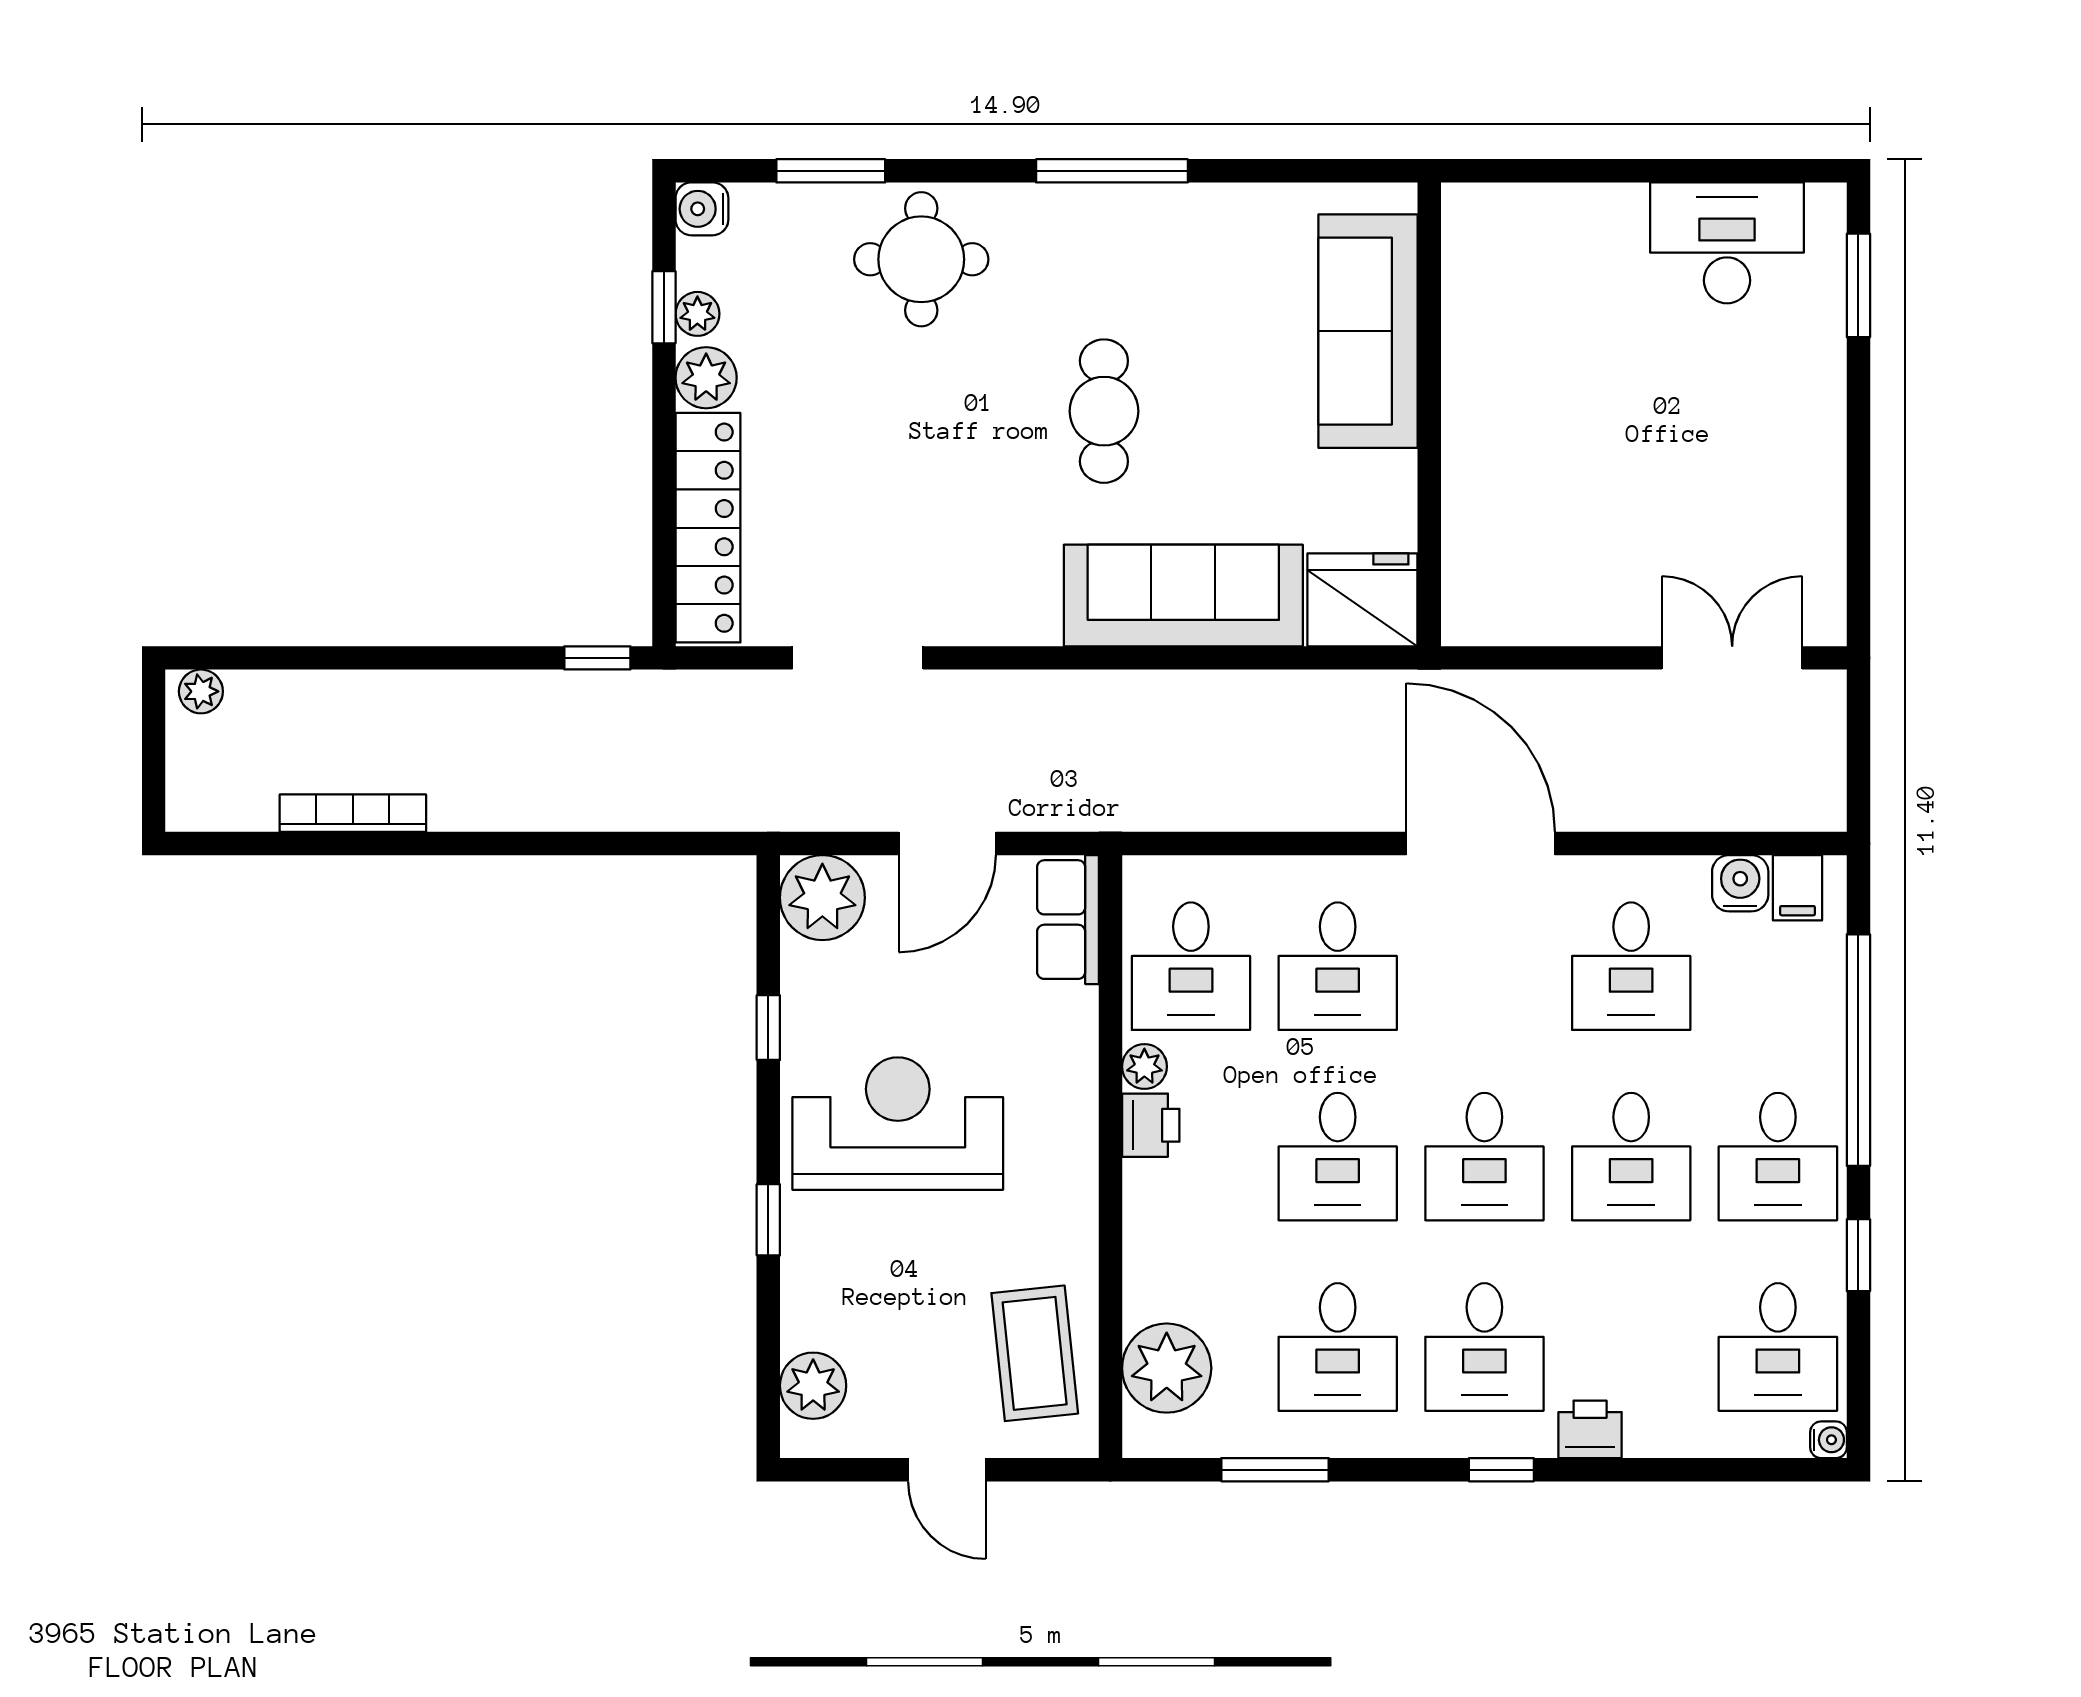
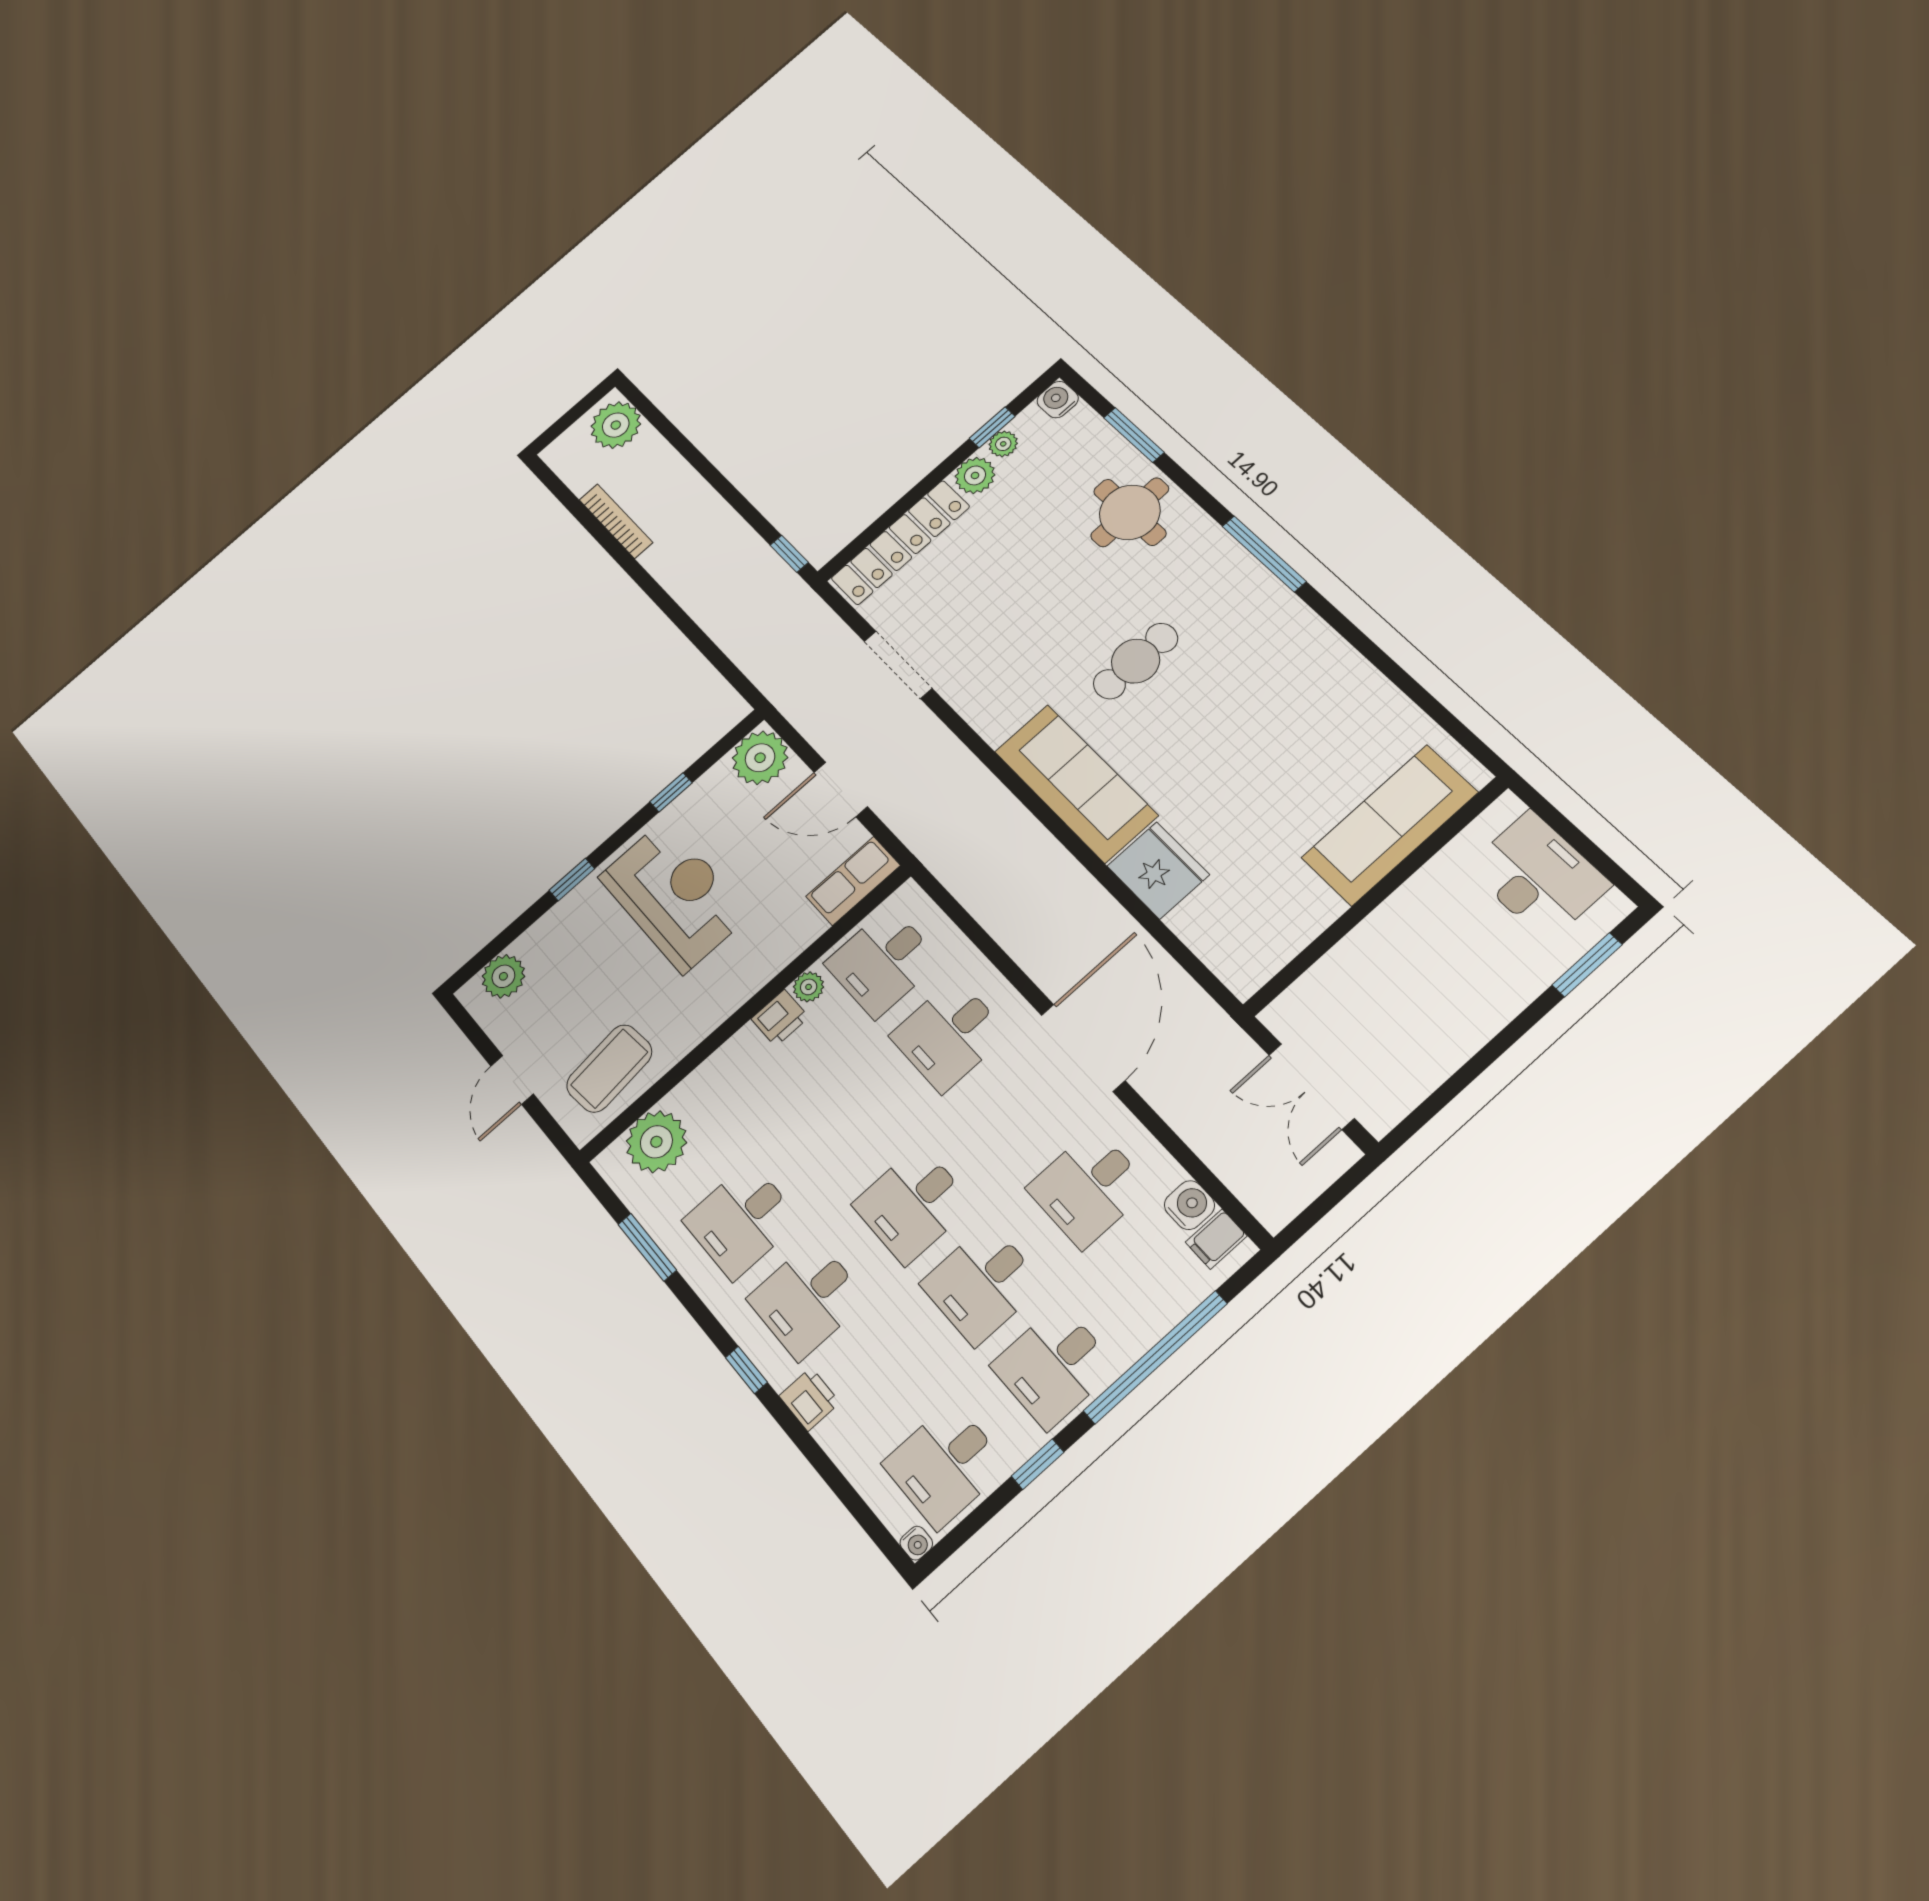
sofa: (1368, 331) -> (1389, 825), moved
wall: (1429, 414) -> (1376, 896), moved
double door: (1732, 658) -> (1311, 1087), swing flipped
plant: (201, 691) -> (616, 425), width x1.88, depth x1.88
desk: (1338, 1157) -> (846, 1127), removed

